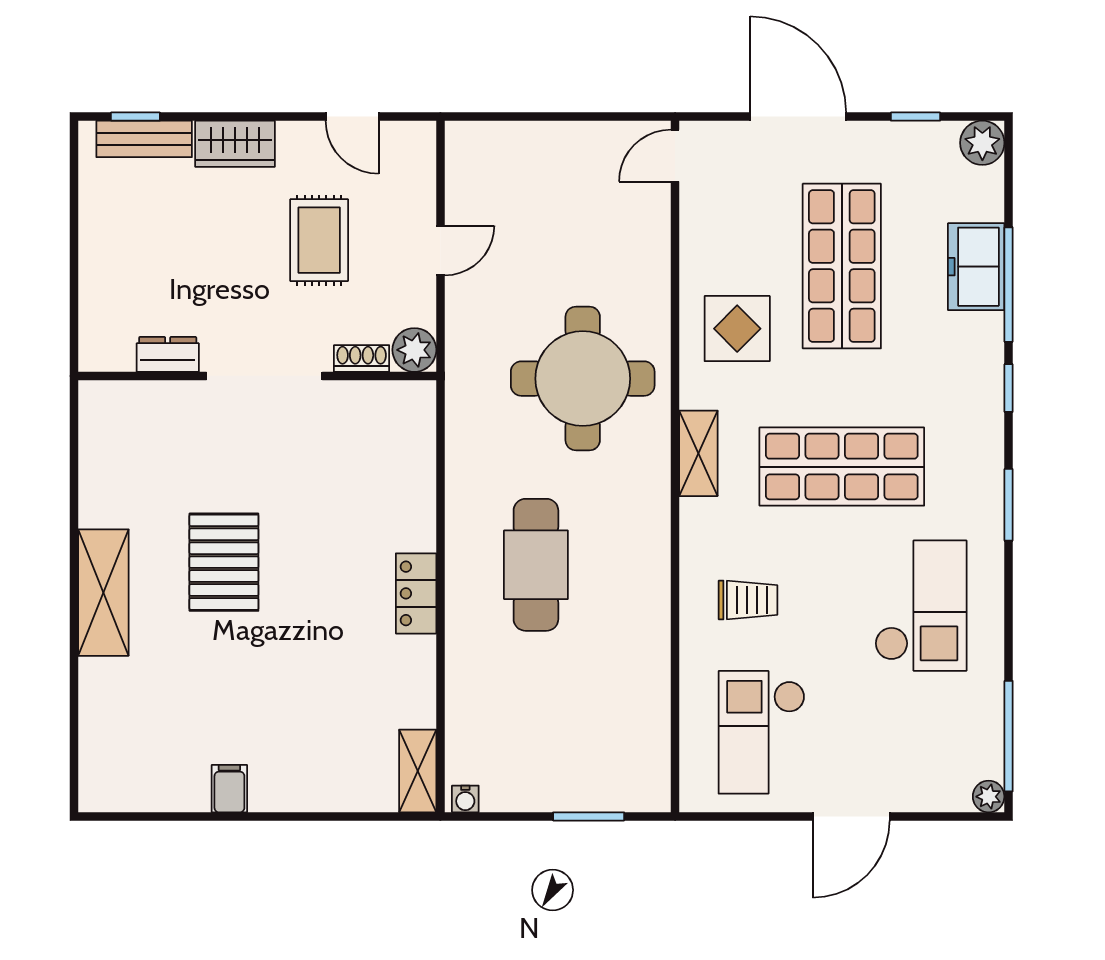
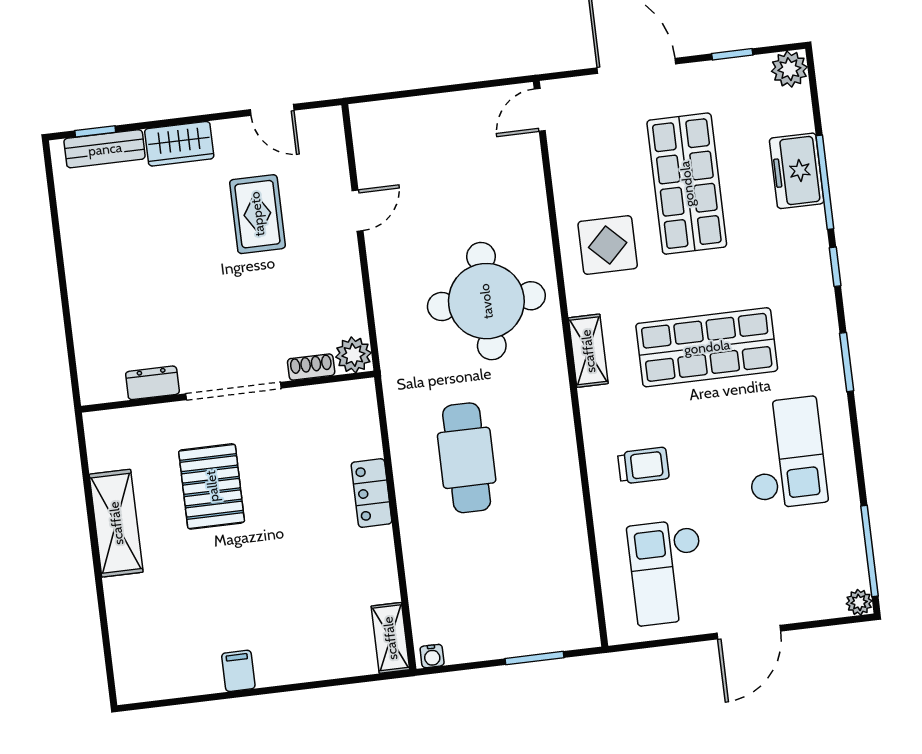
plant: (414, 350) -> (353, 355), moved
dresser: (168, 354) -> (152, 383), moved
shoe rack: (362, 358) -> (311, 367), moved
wall: (257, 376) -> (228, 392), moved
doorway: (264, 376) -> (234, 391), moved

